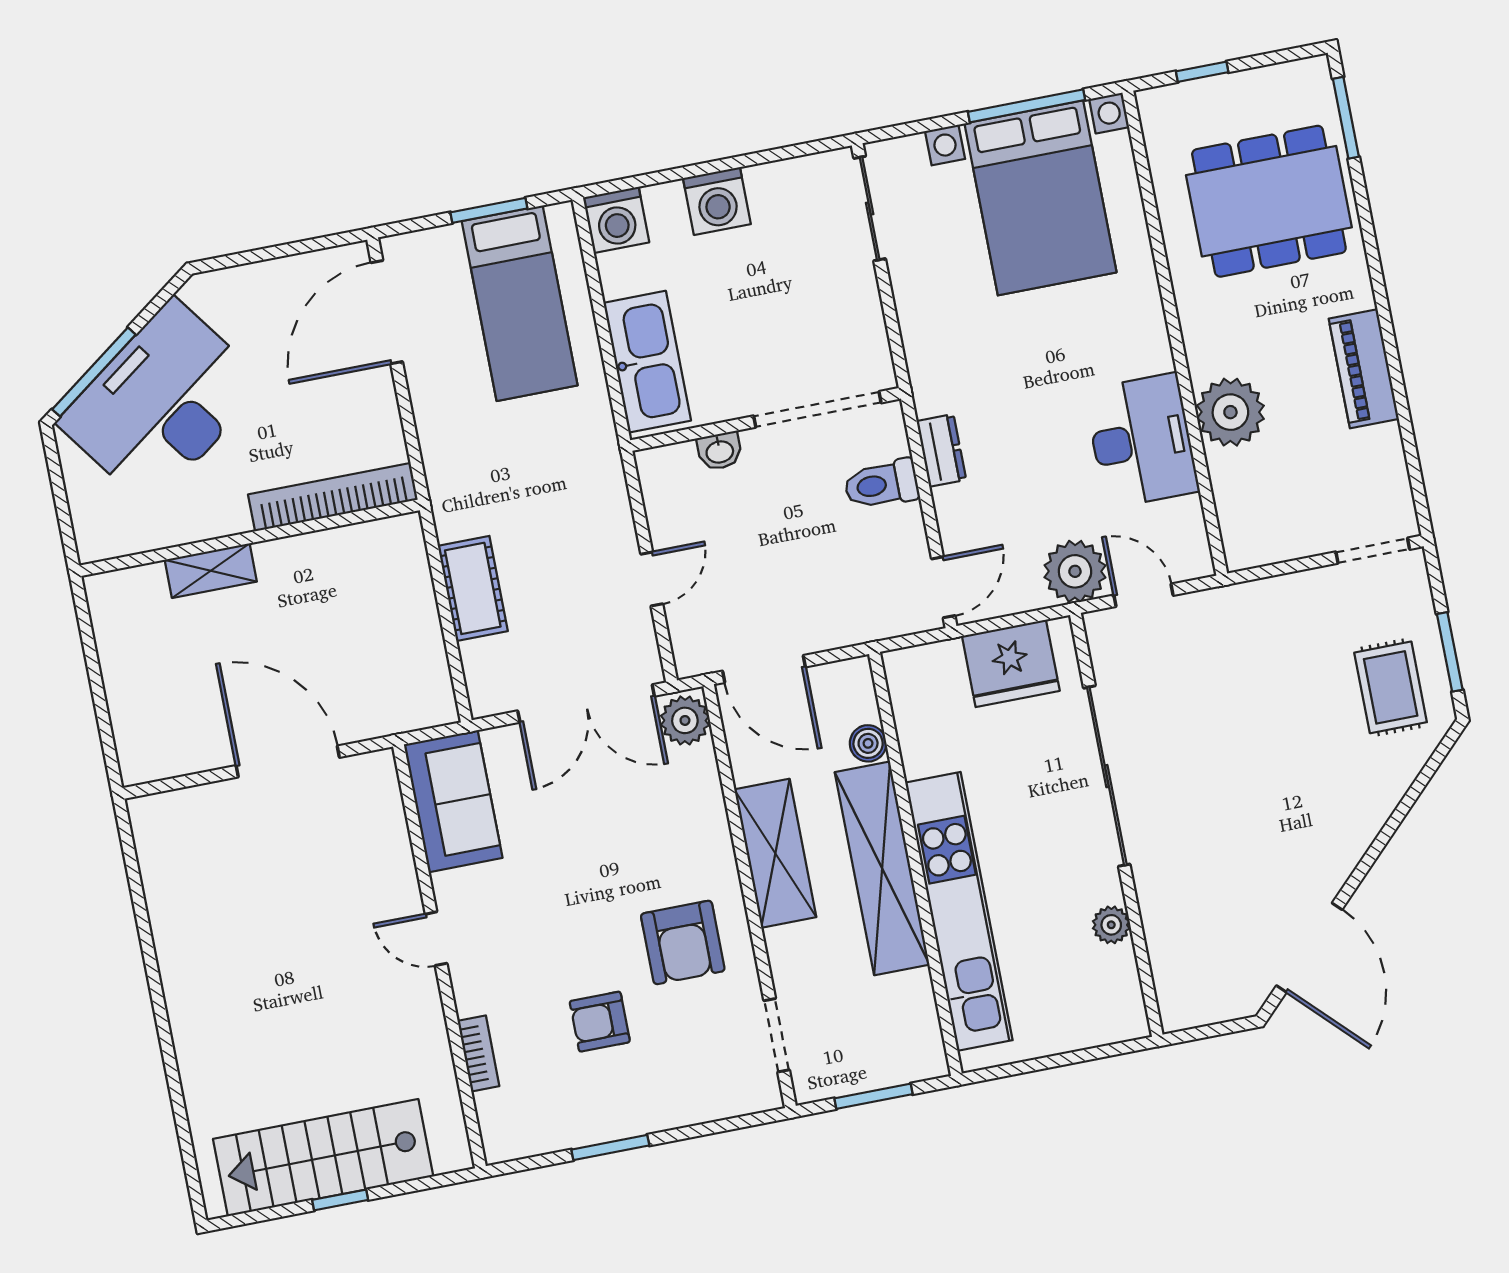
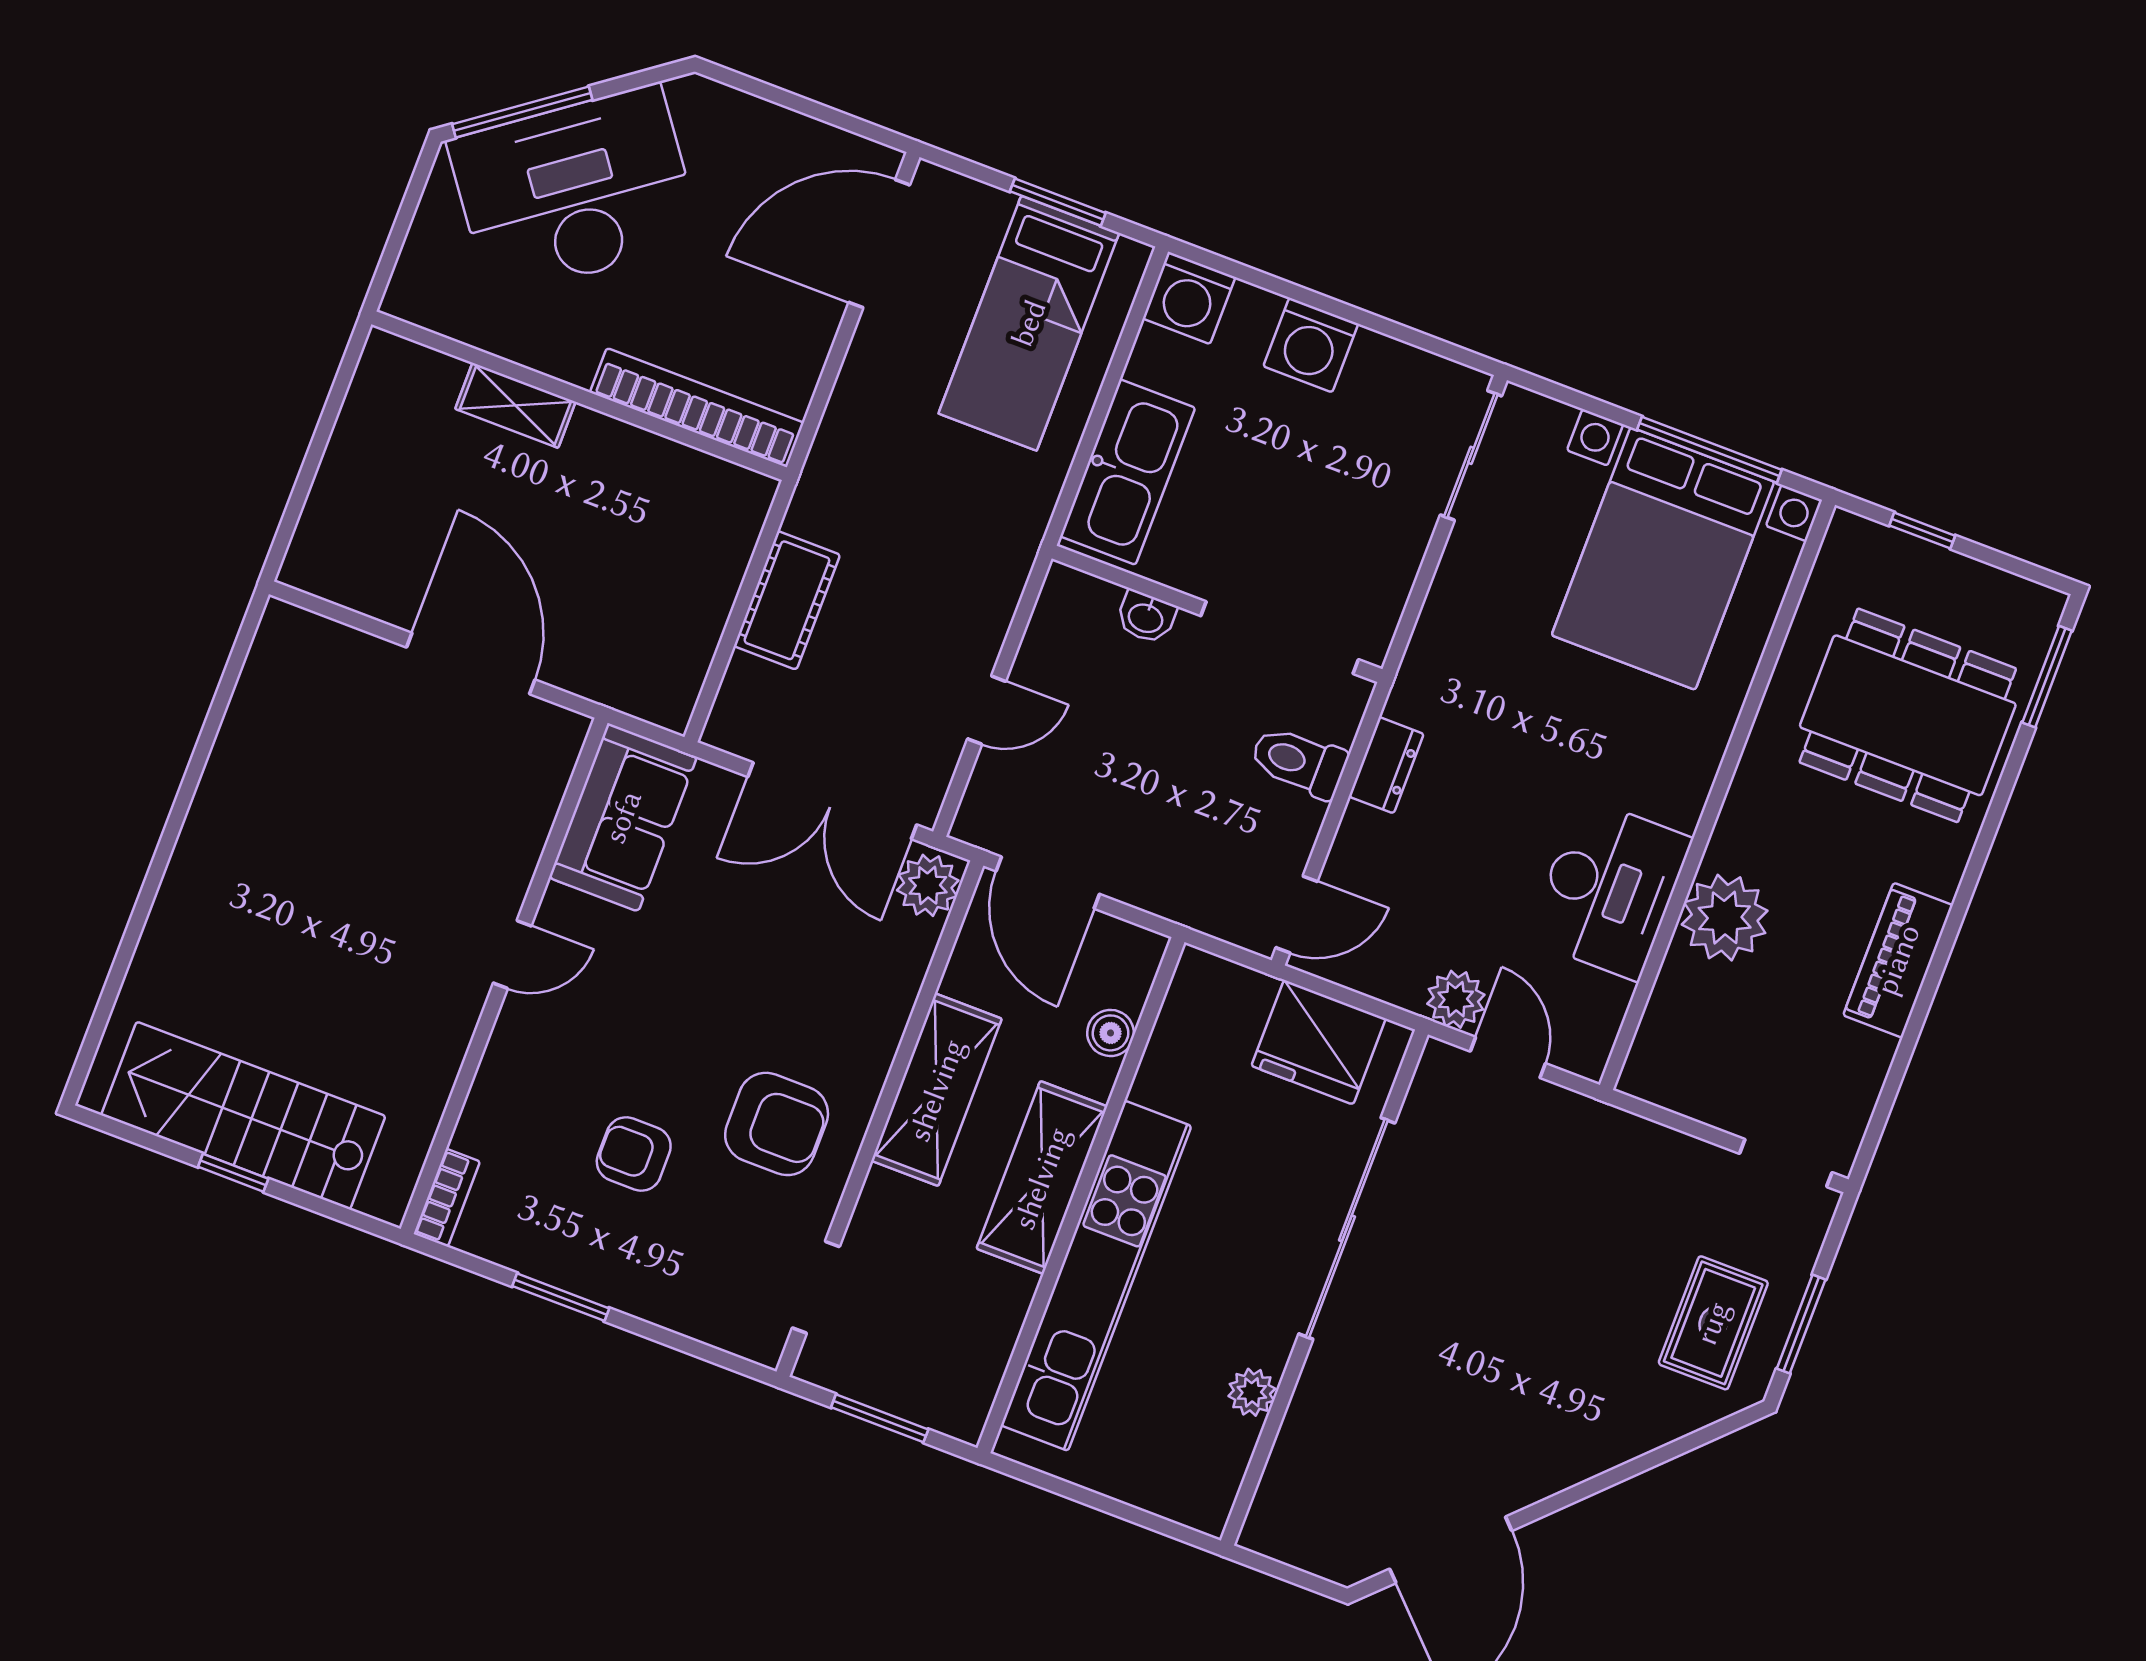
plant: (1075, 571) -> (1456, 999), width x0.73, depth x0.73
shelving: (882, 868) -> (1042, 1178), width x0.68
door: (436, 939) -> (512, 955), swing flipped
armchair: (683, 942) -> (777, 1124), turned -90
bookcase: (478, 1053) -> (447, 1198), moved

